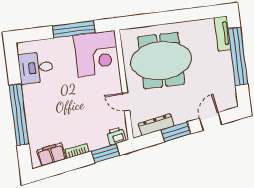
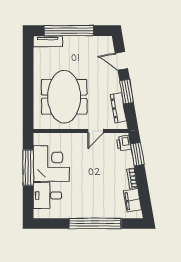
corner desk: (97, 54) -> (51, 164), moved
desk: (36, 68) -> (47, 196), moved, turned 90

